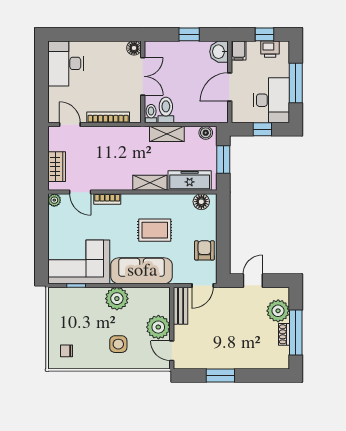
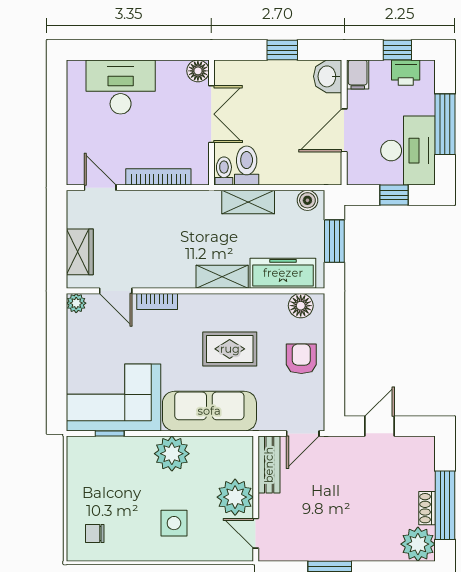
desk: (66, 63) -> (121, 87), moved, turned 90
armchair: (204, 250) -> (301, 359), moved
plant: (278, 311) -> (418, 544), moved

